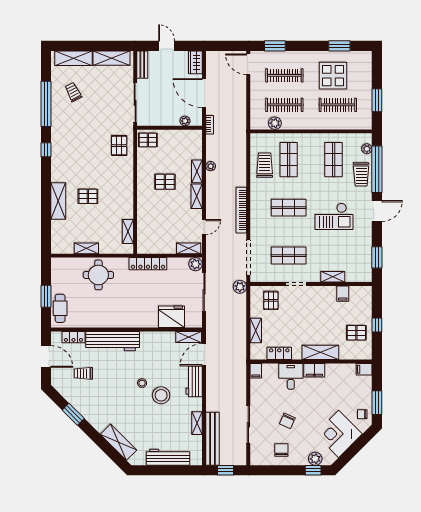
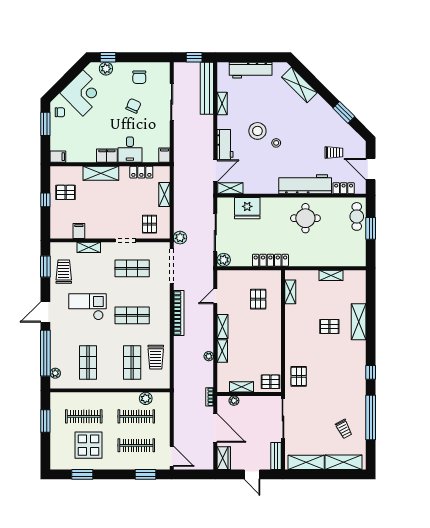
trolley: (361, 174) -> (64, 272), moved
pallet: (165, 182) -> (258, 299), moved, turned 90
shelving: (189, 248) -> (242, 387), moved
round table: (98, 275) -> (305, 218), moved

